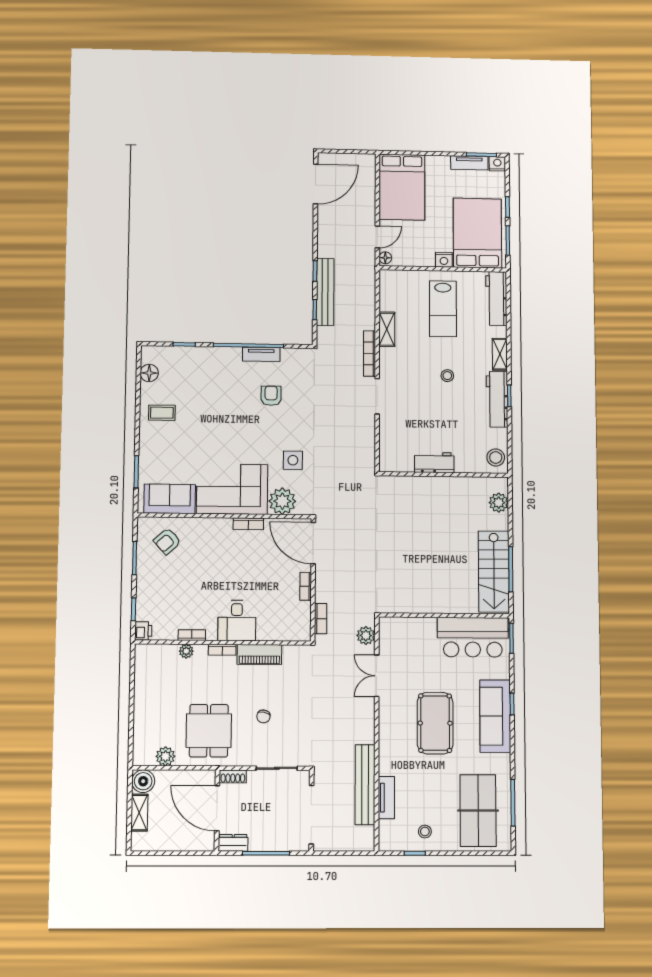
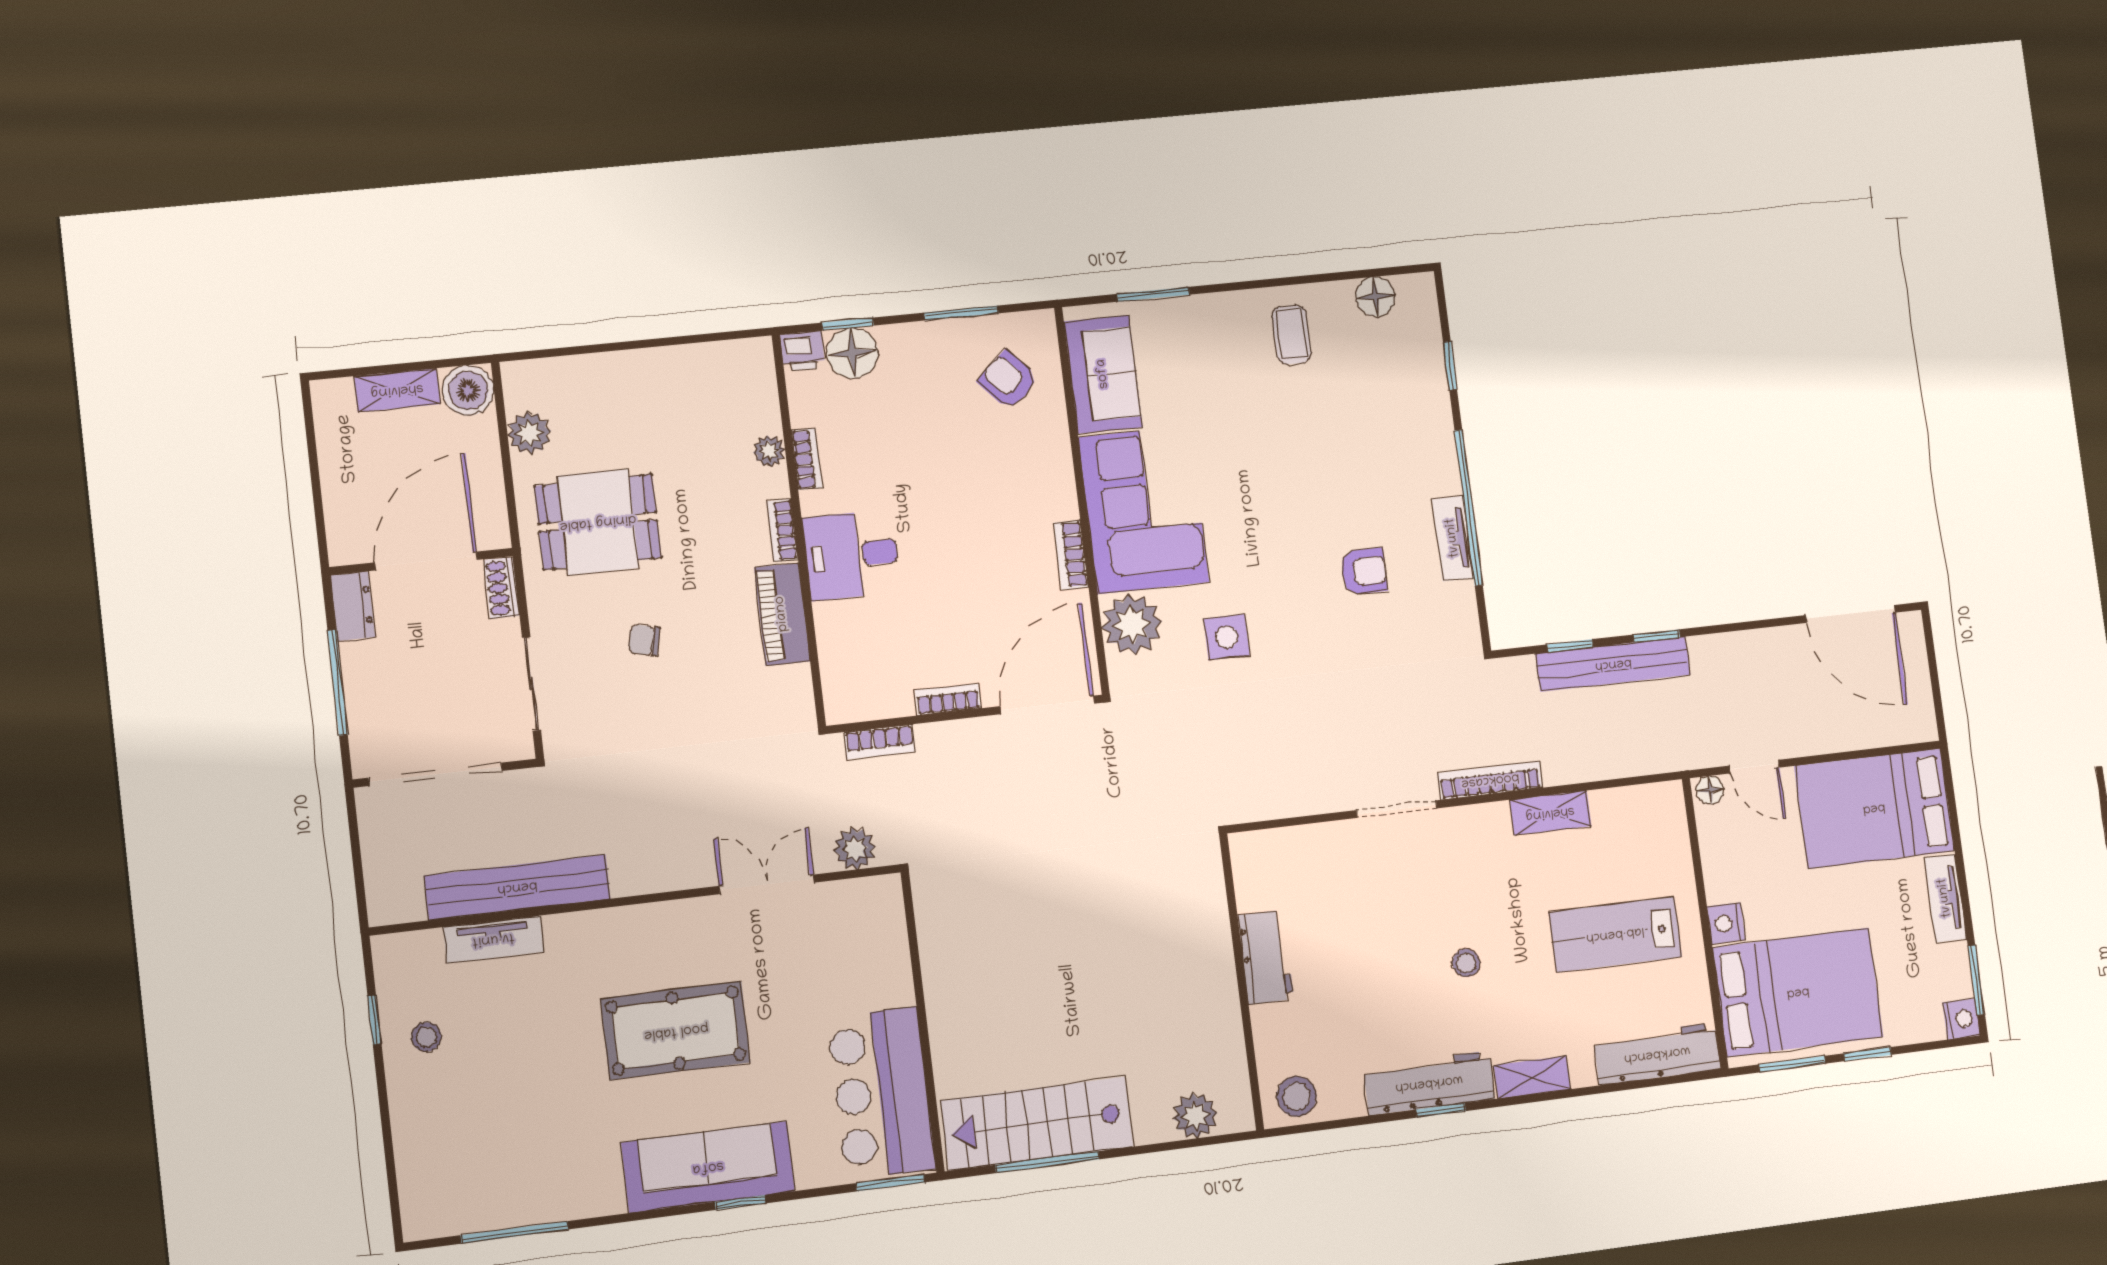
tv unit: (469, 163) -> (1945, 898), moved
floor lamp: (147, 609) -> (853, 353), added
table tennis table: (478, 811) -> (488, 1154), removed

